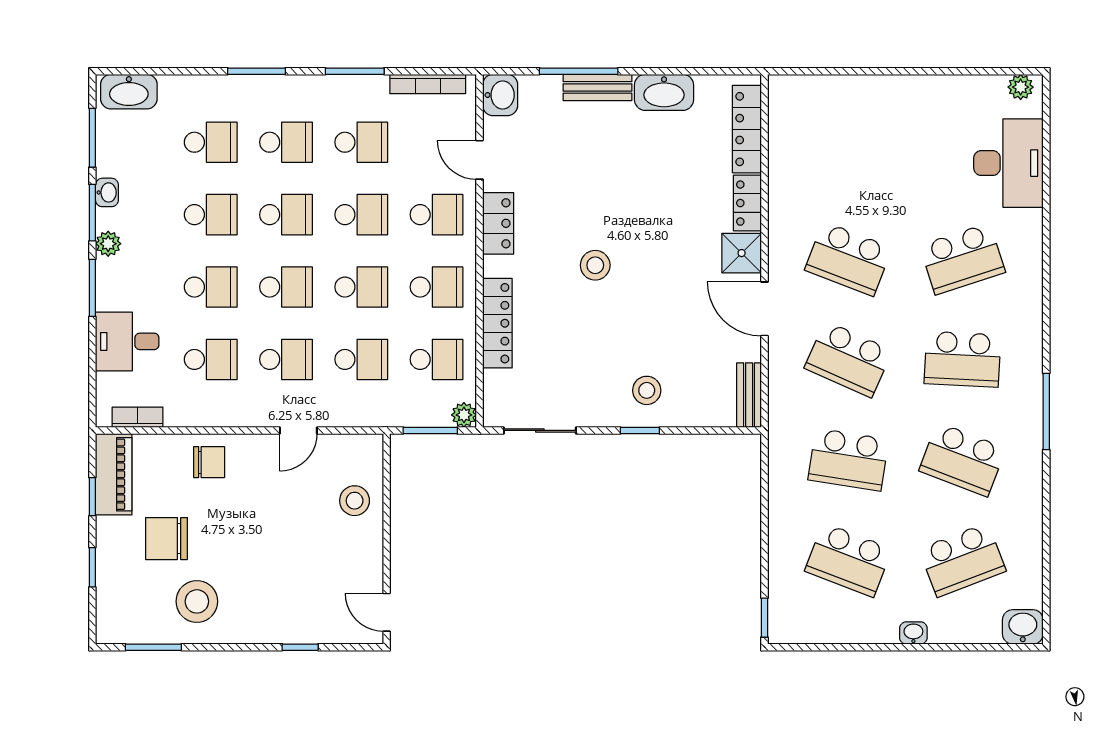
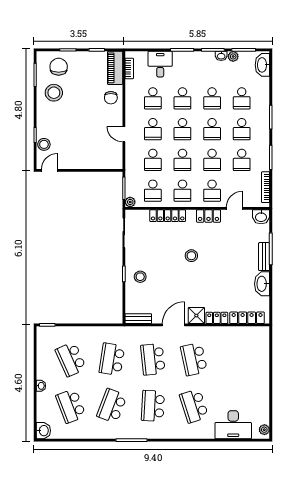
plant: (108, 244) -> (233, 56), moved
school desk: (848, 259) -> (194, 359), turned -33
school desk: (848, 359) -> (153, 359), turned -30
piano: (114, 474) -> (115, 68), moved, turned 90
stool: (355, 501) -> (44, 144), moved
chair: (166, 539) -> (59, 67), moved
school desk: (848, 560) -> (71, 359), turned -45

